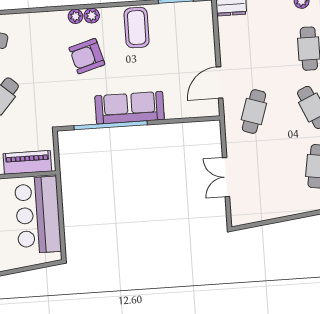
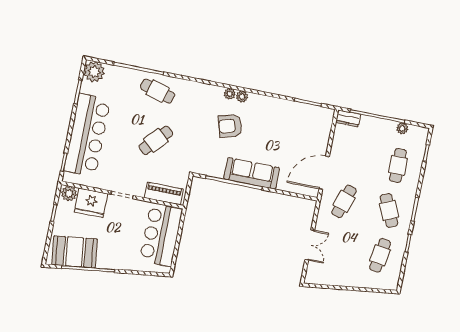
coffee table: (137, 28) -> (273, 115), removed
door: (220, 83) -> (324, 173), width x1.36
double door: (226, 177) -> (310, 245), swing flipped

